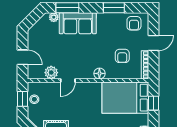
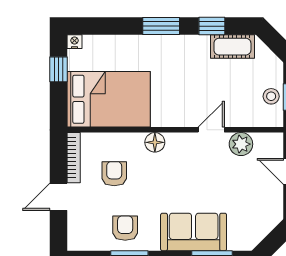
plant: (54, 17) -> (236, 243), removed
armchair: (134, 23) -> (125, 228), moved
window: (153, 103) -> (59, 69), moved

